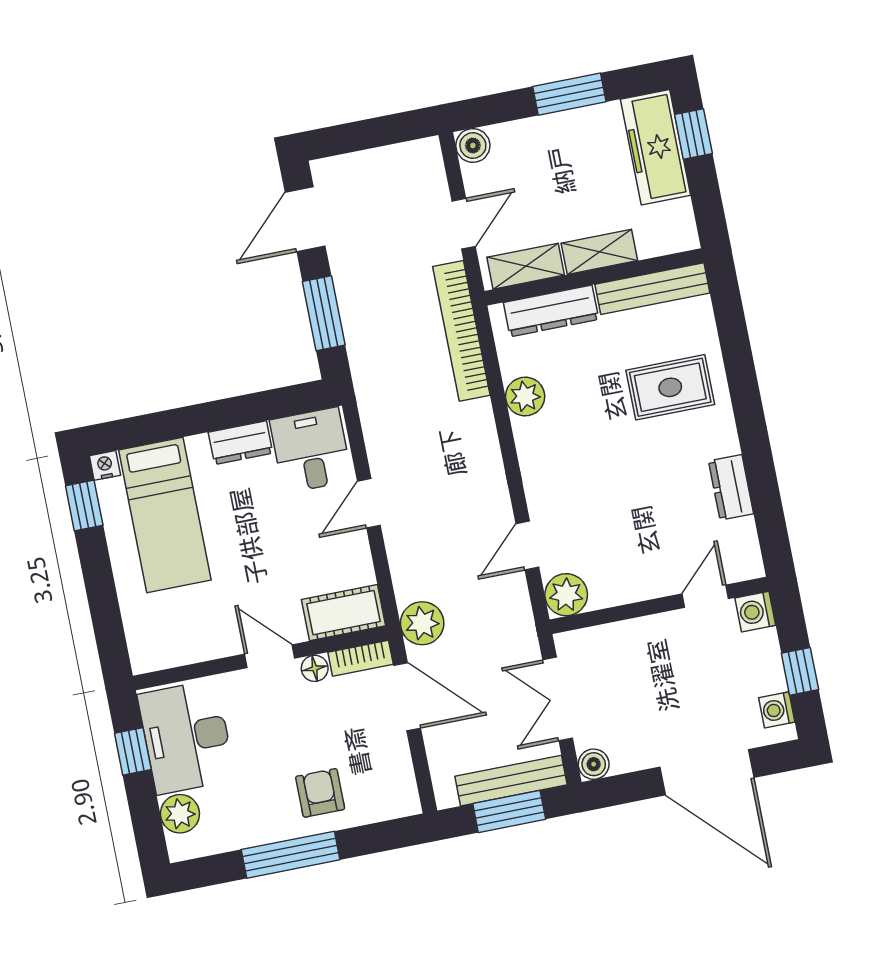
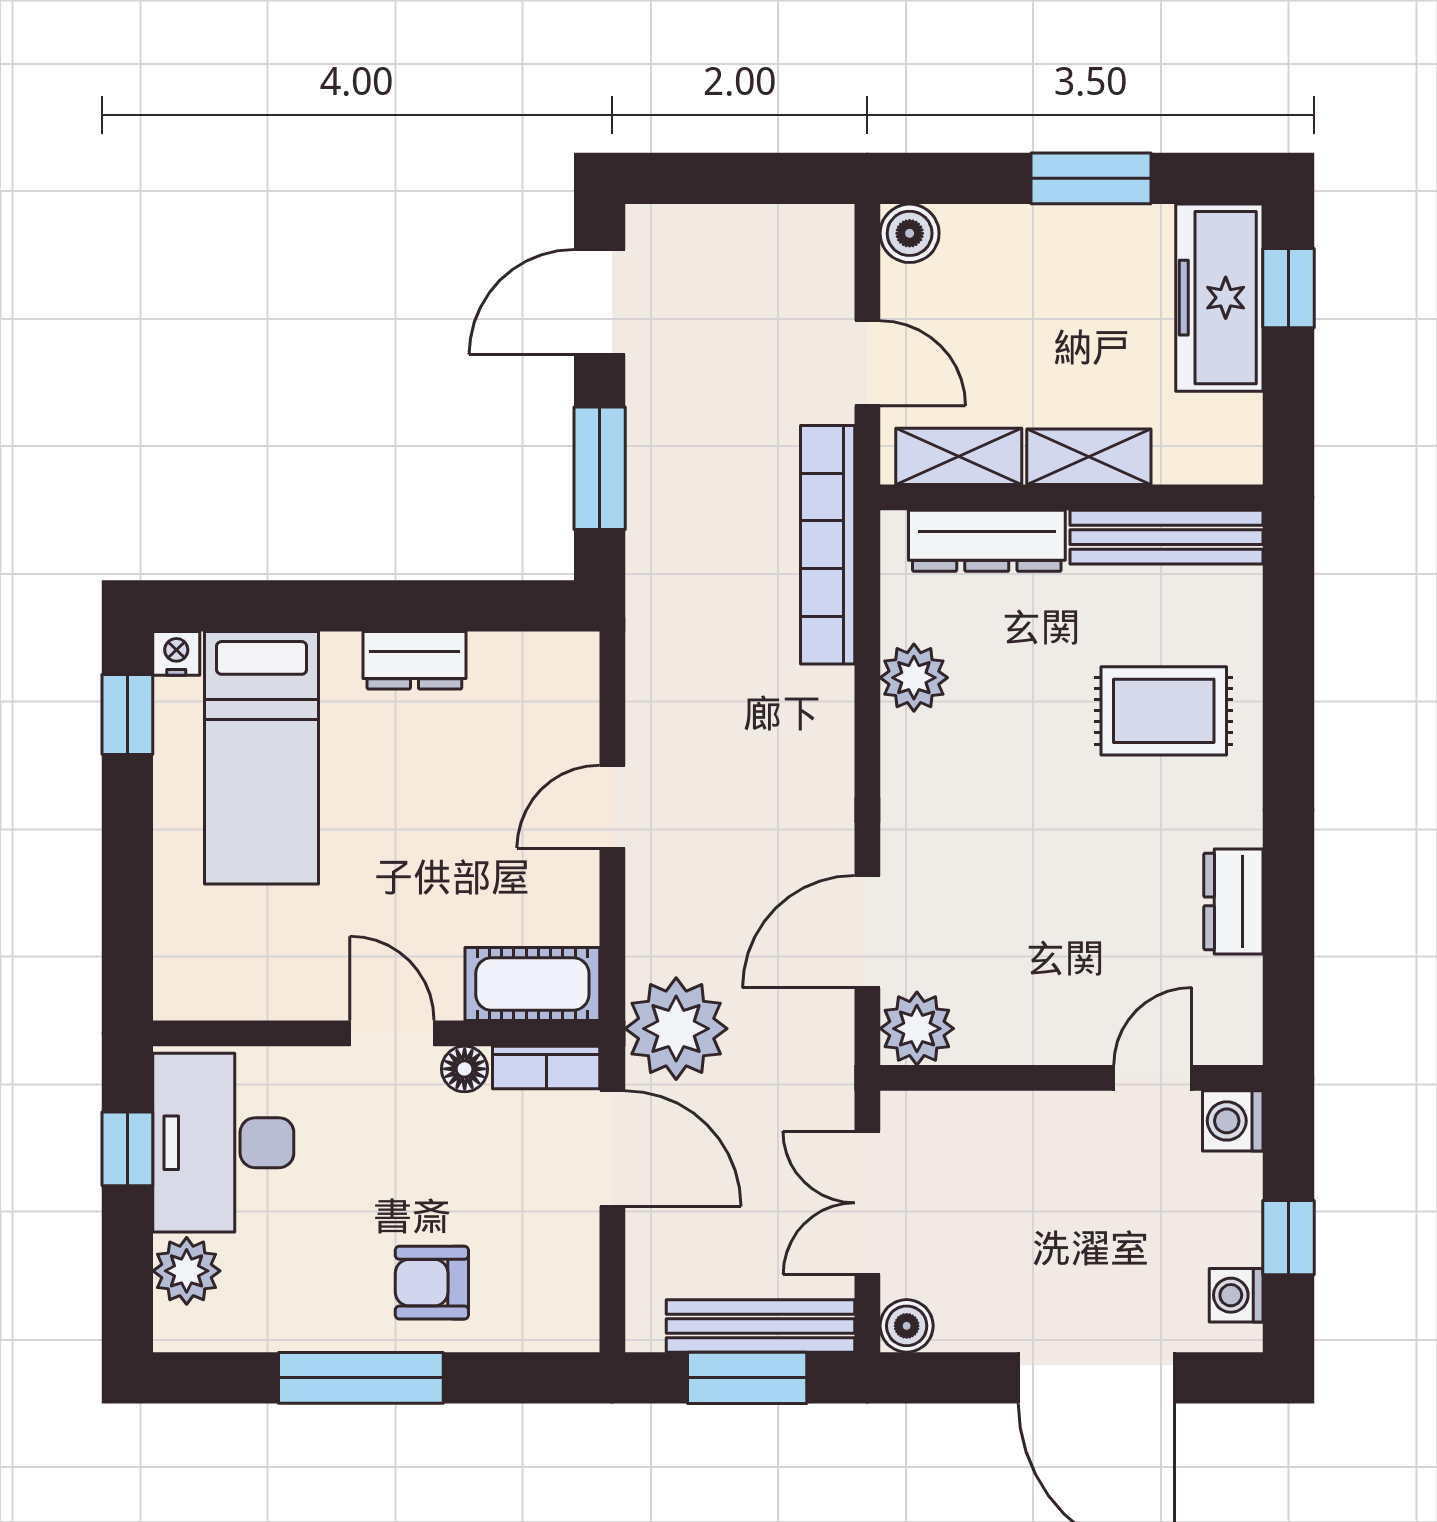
door: (464, 224) -> (867, 363), hinge flipped
desk: (311, 450) -> (532, 697), removed
door: (527, 545) -> (867, 932), width x1.37
plant: (422, 623) -> (676, 1029), width x1.36, depth x1.36
armchair: (320, 793) -> (432, 1283), turned -90

